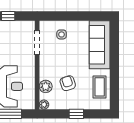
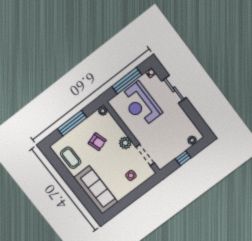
plant: (46, 86) -> (125, 143), moved
window: (76, 114) -> (72, 123), width x2.17

